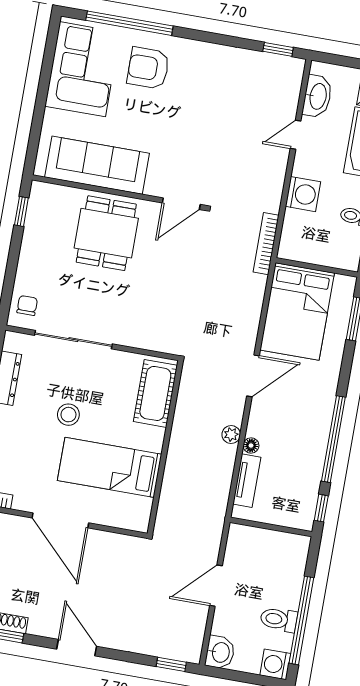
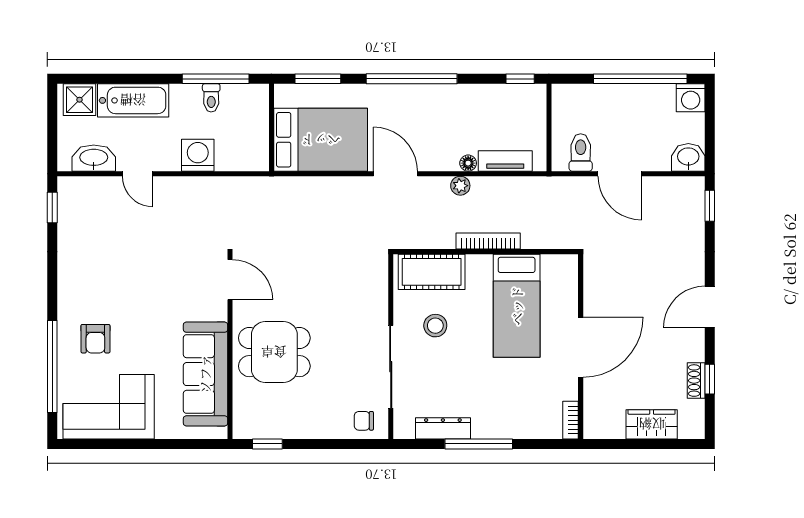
armchair: (148, 68) -> (95, 339), width x0.72, depth x0.72
bookcase: (266, 244) -> (488, 241), moved, turned 180
stool: (68, 415) -> (435, 326), moved
window: (333, 439) -> (412, 79), moved
toilet: (279, 620) -> (581, 152), moved, turned 180

